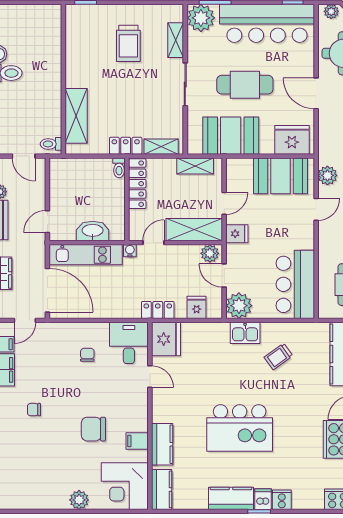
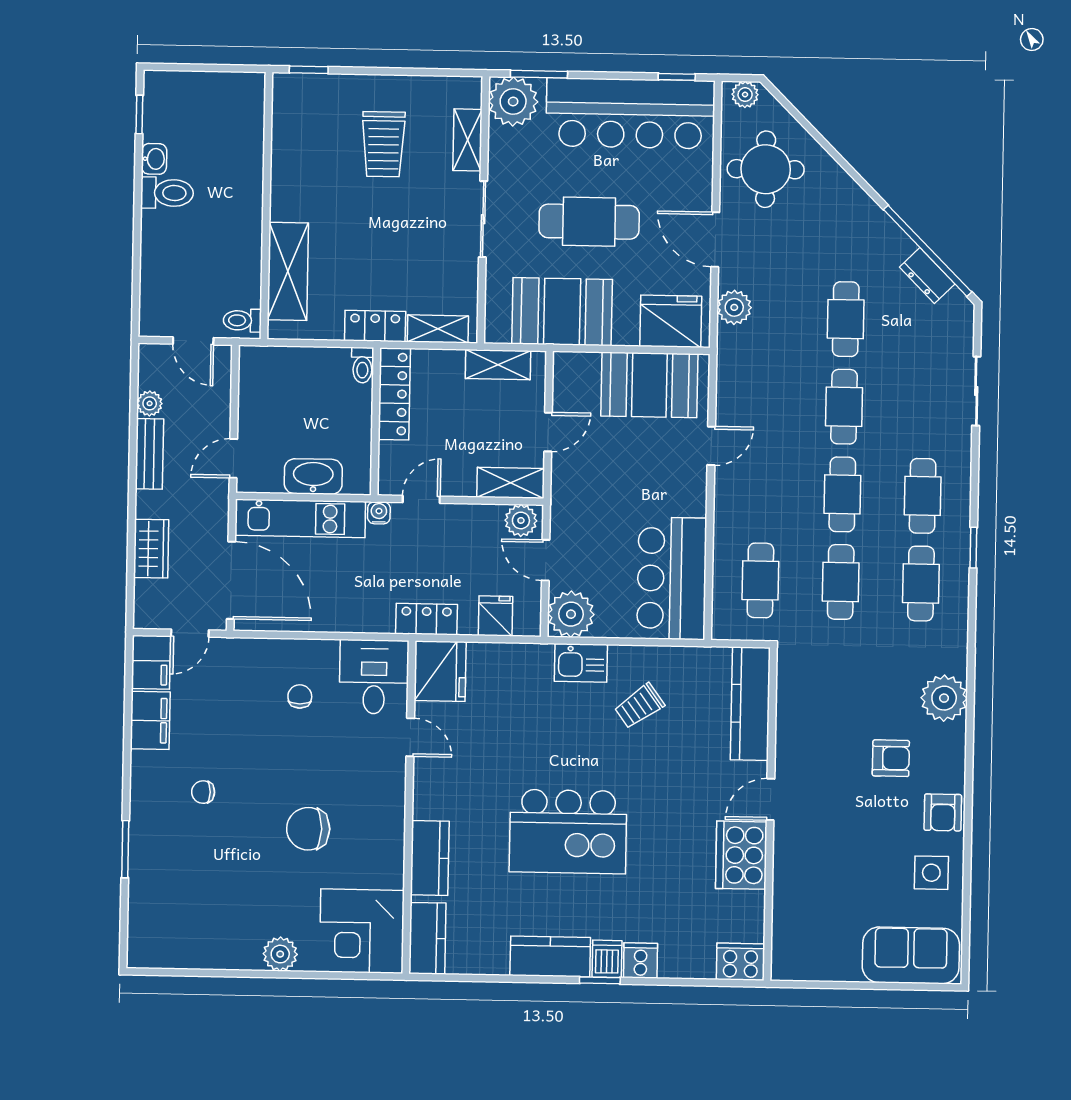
plant: (327, 175) -> (734, 307), moved
shelving: (194, 230) -> (511, 483), width x0.67, depth x0.75
fridge: (237, 234) -> (570, 486), removed
filing cabinet: (137, 441) -> (385, 851), removed

